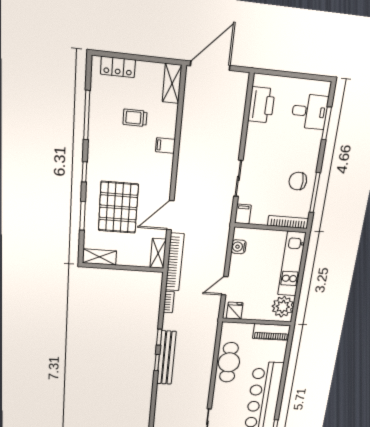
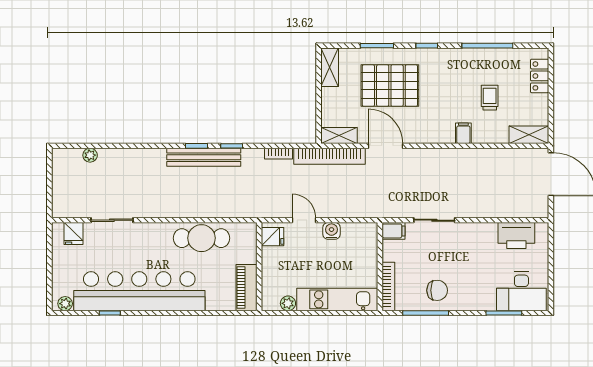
desk: (310, 112) -> (521, 291), width x1.37
chair: (298, 181) -> (437, 290), turned 90
water cooler: (239, 247) -> (332, 231), moved
plant: (283, 307) -> (288, 303), width x0.53, depth x0.53

